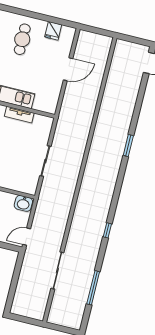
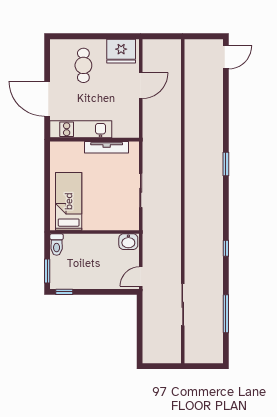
fridge: (53, 31) -> (121, 51), width x1.88, depth x1.34
tv unit: (19, 115) -> (107, 147), width x1.41
window: (128, 146) -> (226, 164), moved

